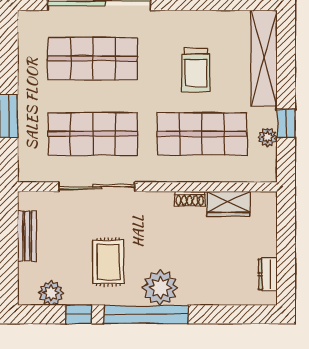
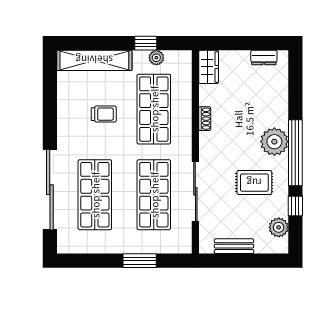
trolley: (196, 70) -> (104, 114), width x0.73, depth x0.72
wardrobe: (228, 204) -> (209, 67), moved

